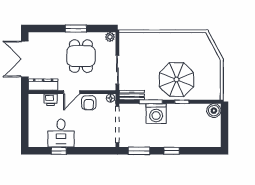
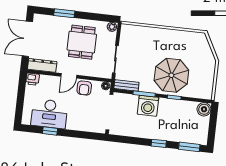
window: (76, 29) -> (64, 13), moved
printer: (51, 100) -> (33, 79), moved
desk: (61, 133) -> (49, 114), width x1.37
window: (139, 151) -> (189, 147), moved

